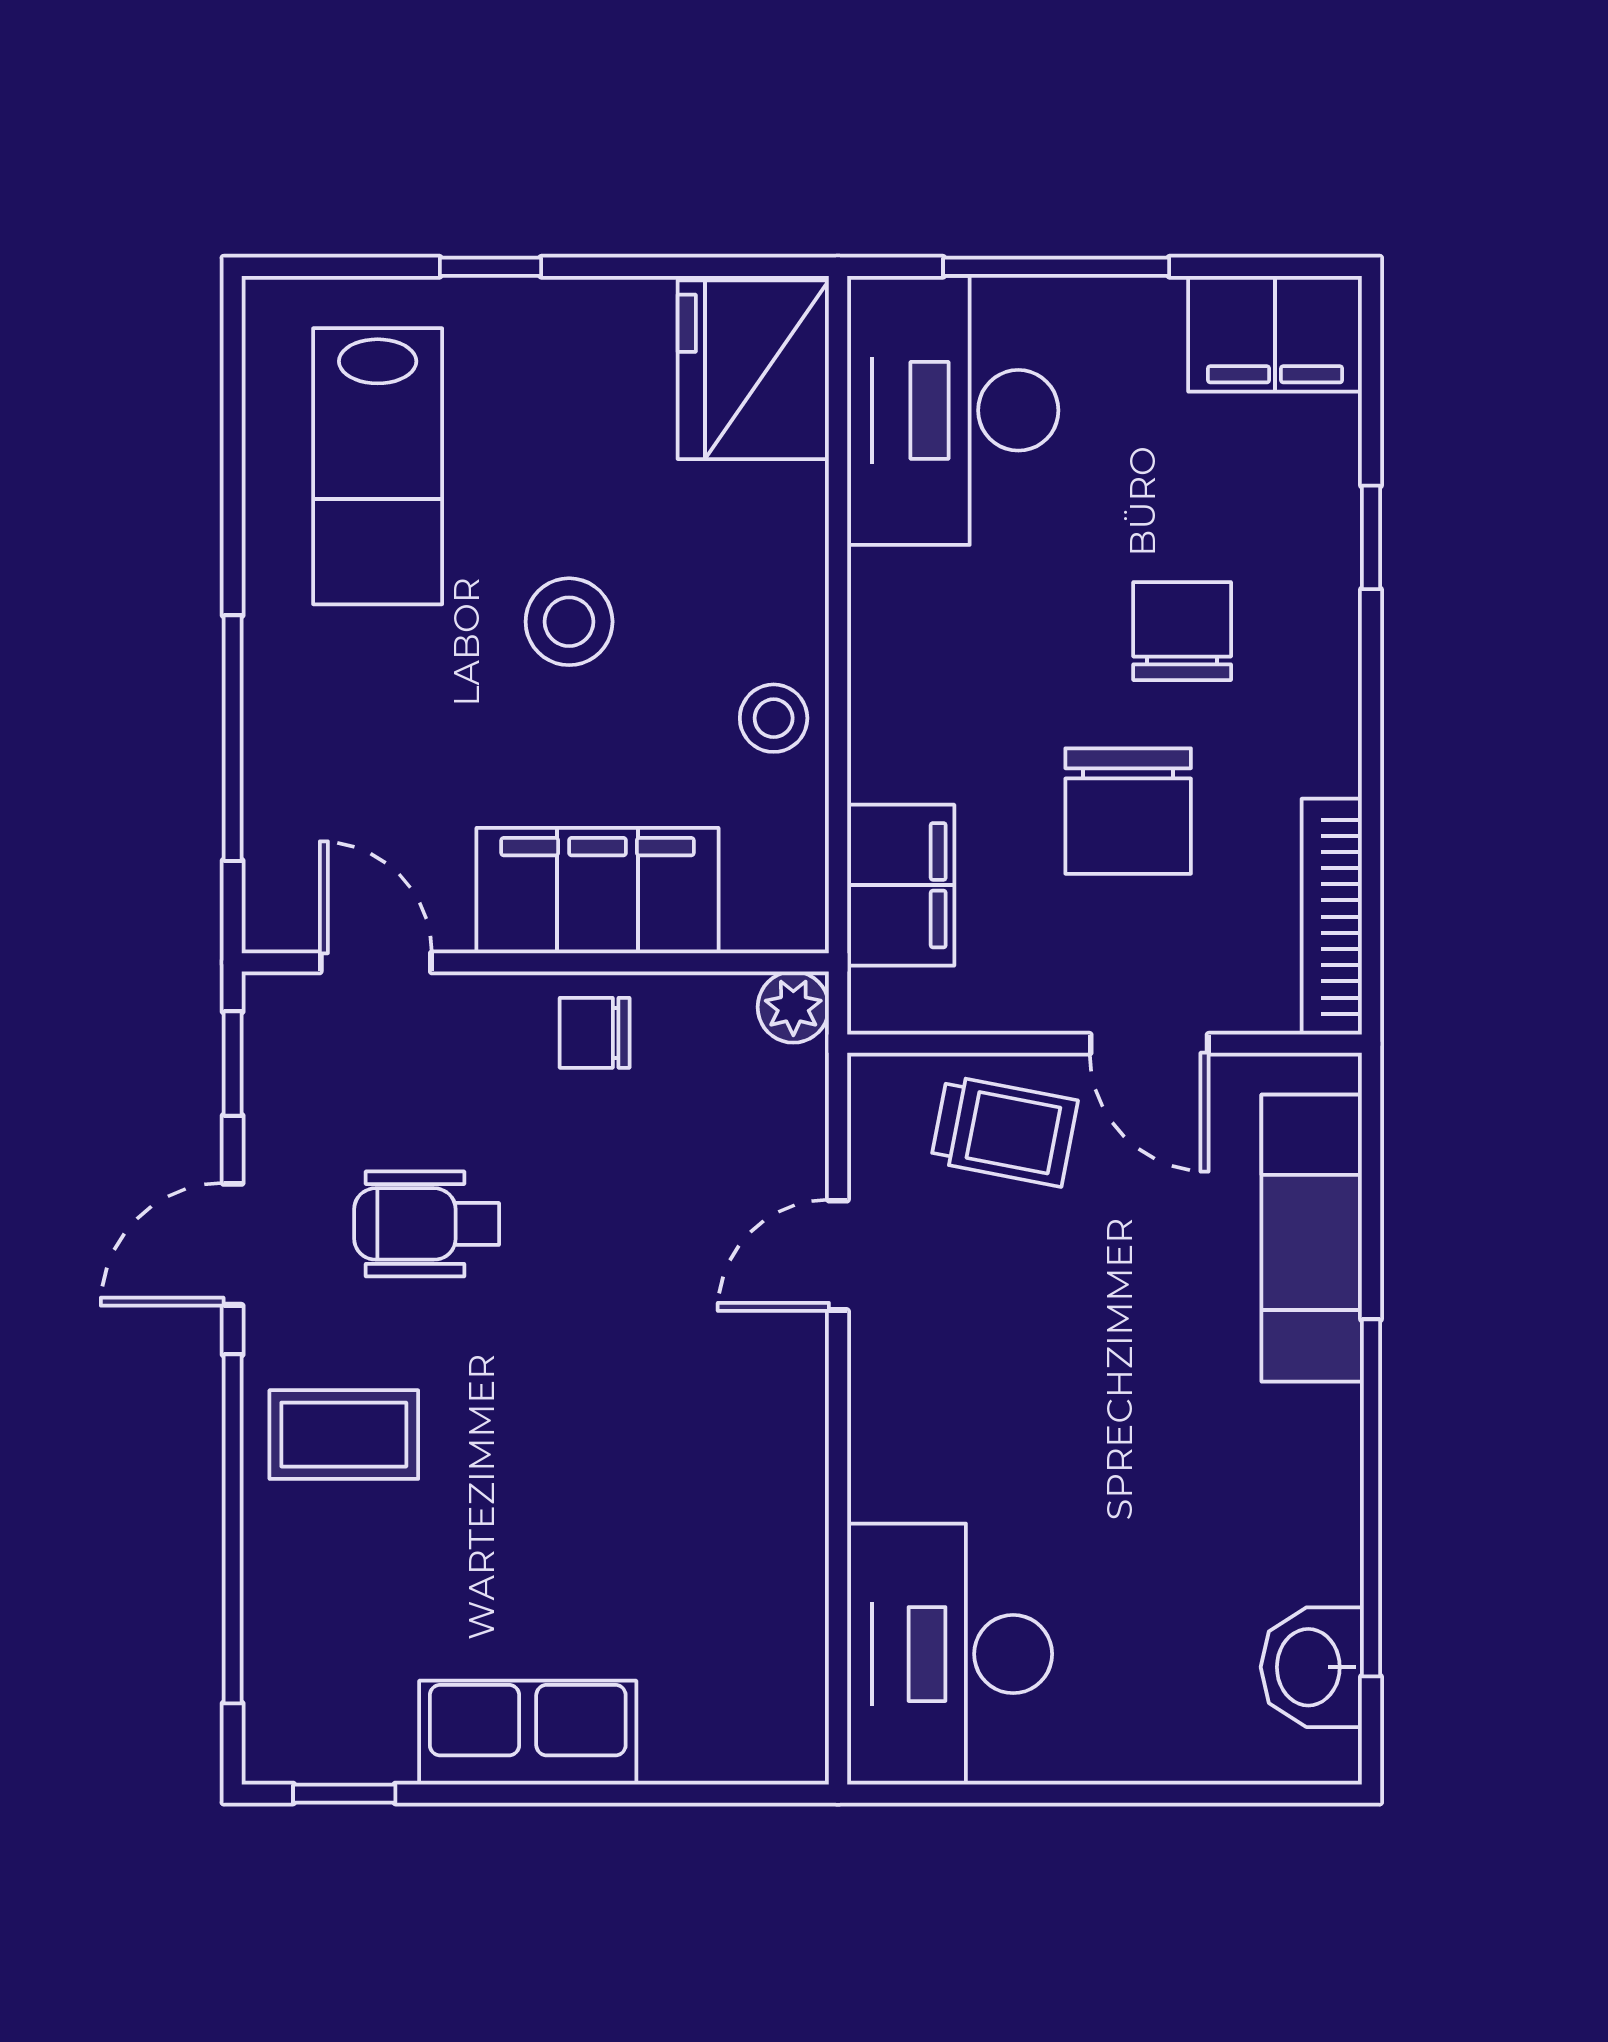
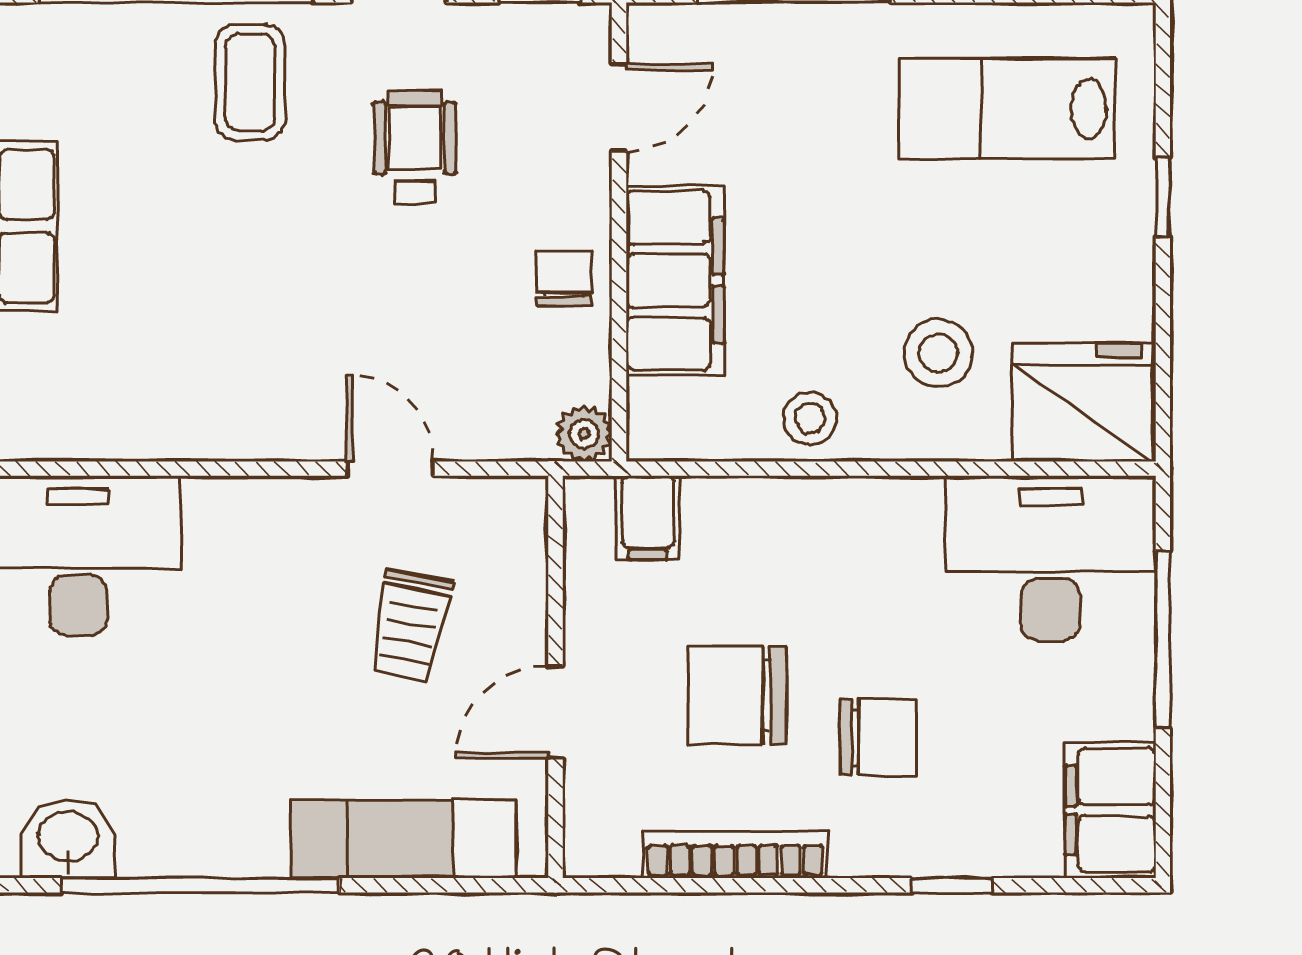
stool: (569, 622) -> (938, 353), moved
filing cabinet: (901, 885) -> (648, 518), width x0.50
bookcase: (1332, 917) -> (735, 855), moved
trolley: (1004, 1131) -> (410, 626), moved

